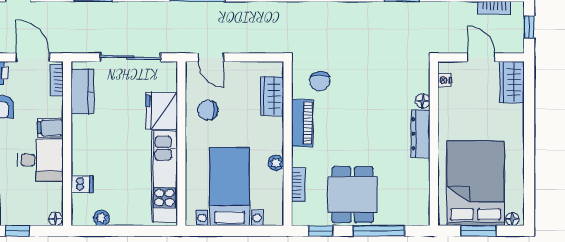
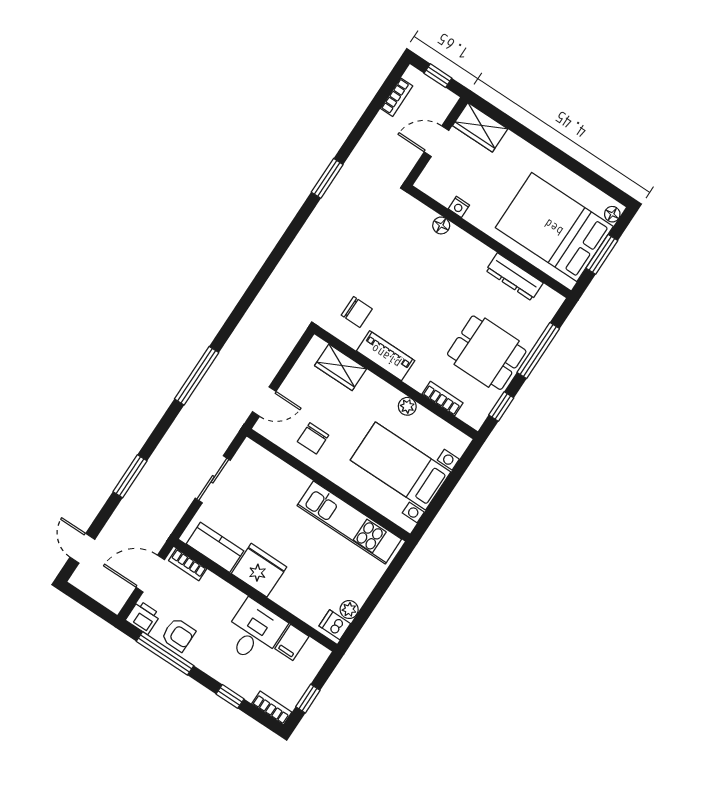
sliding door: (130, 57) -> (213, 479), width x0.73
nightstand: (444, 80) -> (459, 207), moved
fridge: (162, 111) -> (259, 570), moved, turned 180
filing cabinet: (50, 128) -> (292, 642), moved
dresser: (421, 134) -> (514, 277), moved
dishwasher: (82, 184) -> (335, 625), moved, turned -90
floor lamp: (56, 219) -> (321, 654), removed

